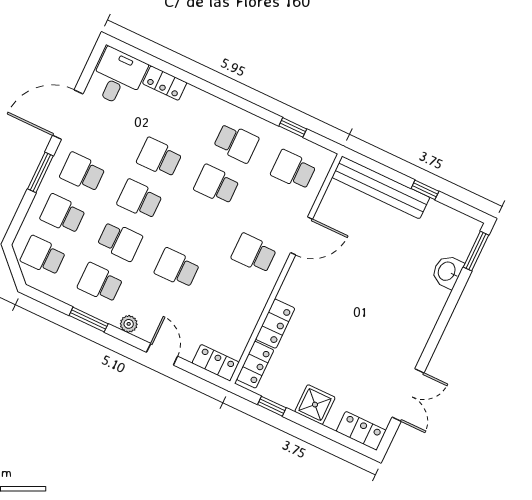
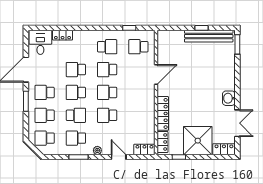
bench: (381, 187) -> (209, 36), moved
school desk: (254, 253) -> (107, 92), moved
washbasin: (447, 272) -> (229, 98), moved
locker: (275, 324) -> (163, 113), width x1.53
shower: (315, 405) -> (198, 141), width x1.86, depth x1.86

